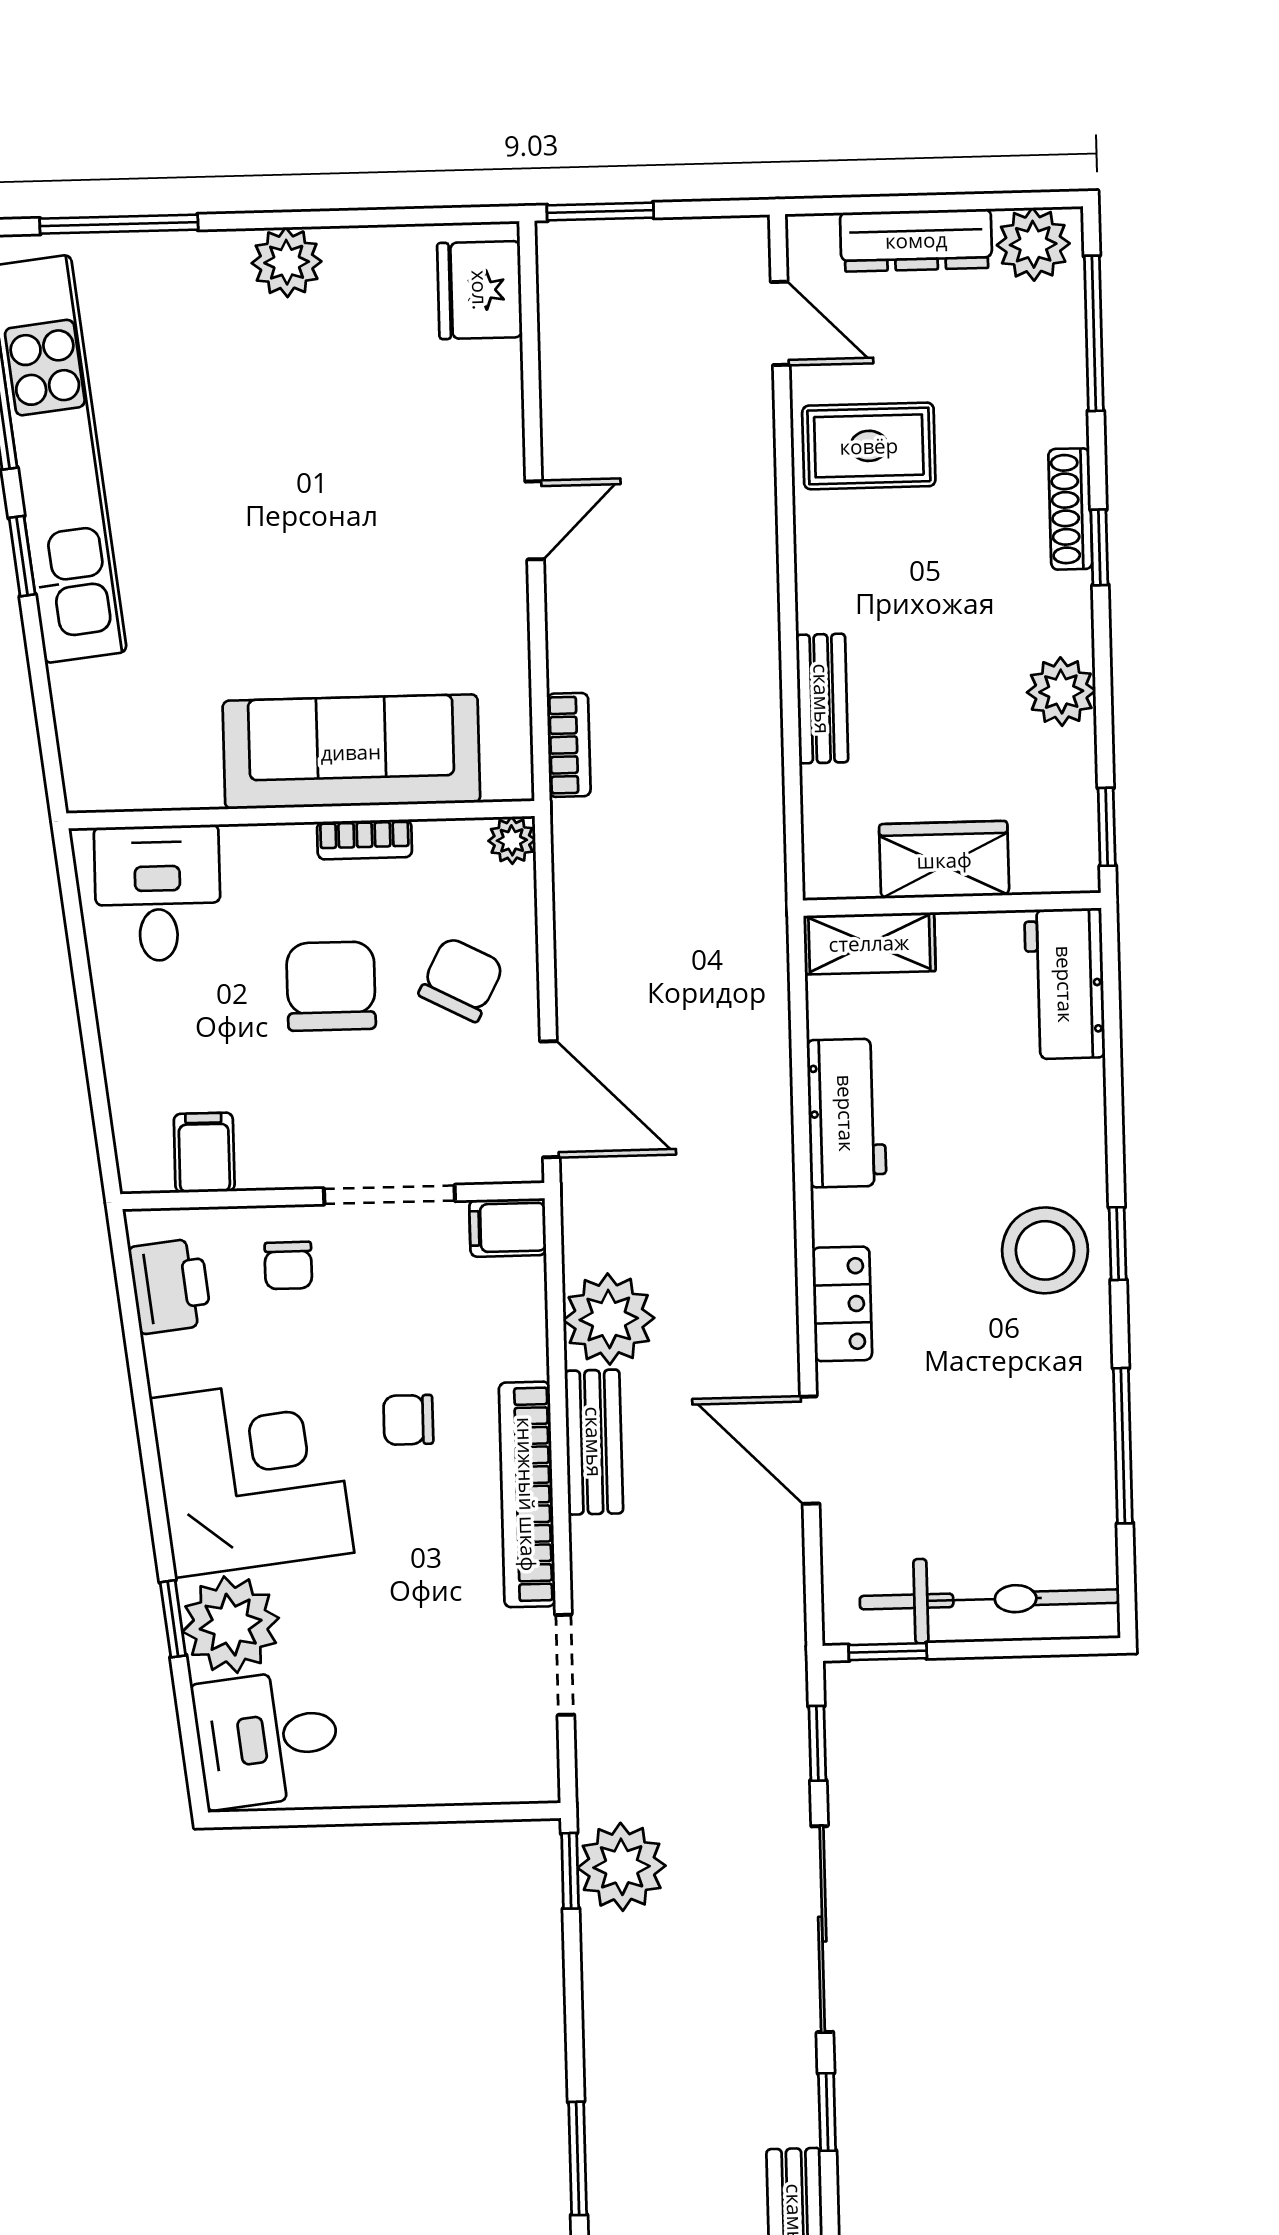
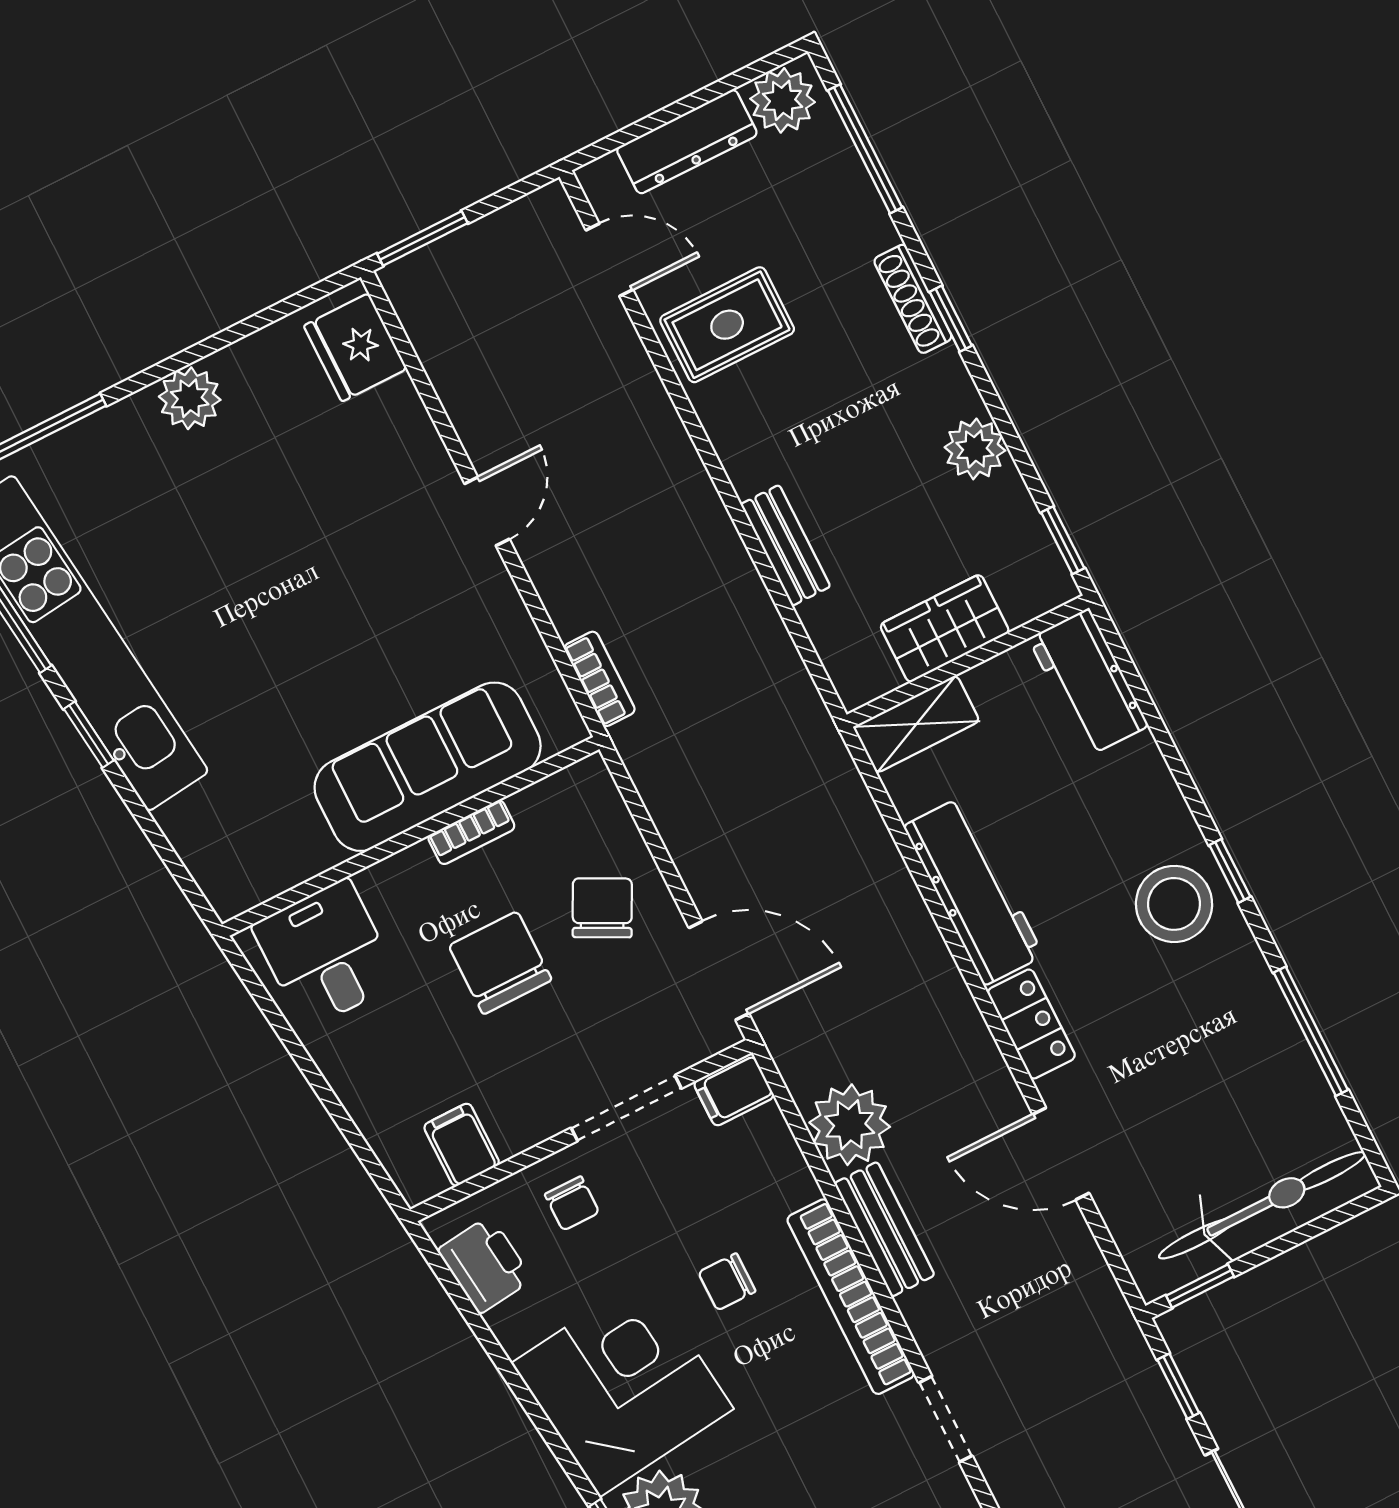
plant: (512, 840) -> (590, 777), removed
workbench: (846, 1113) -> (973, 891), width x1.38

